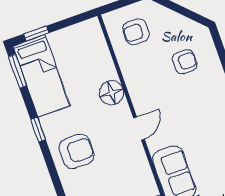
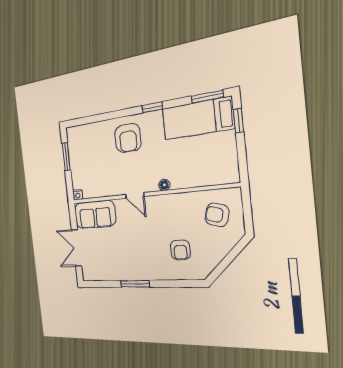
armchair: (136, 32) -> (217, 215), turned -74
floor lamp: (111, 93) -> (164, 185), width x0.53, depth x0.53

